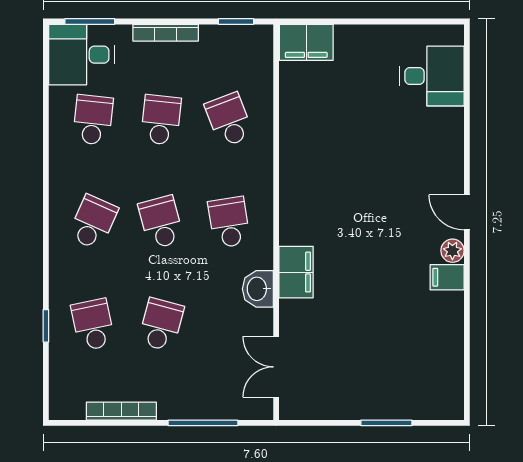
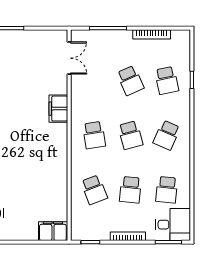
washbasin: (258, 289) -> (79, 100), removed
school desk: (161, 325) -> (130, 81), turned -39

